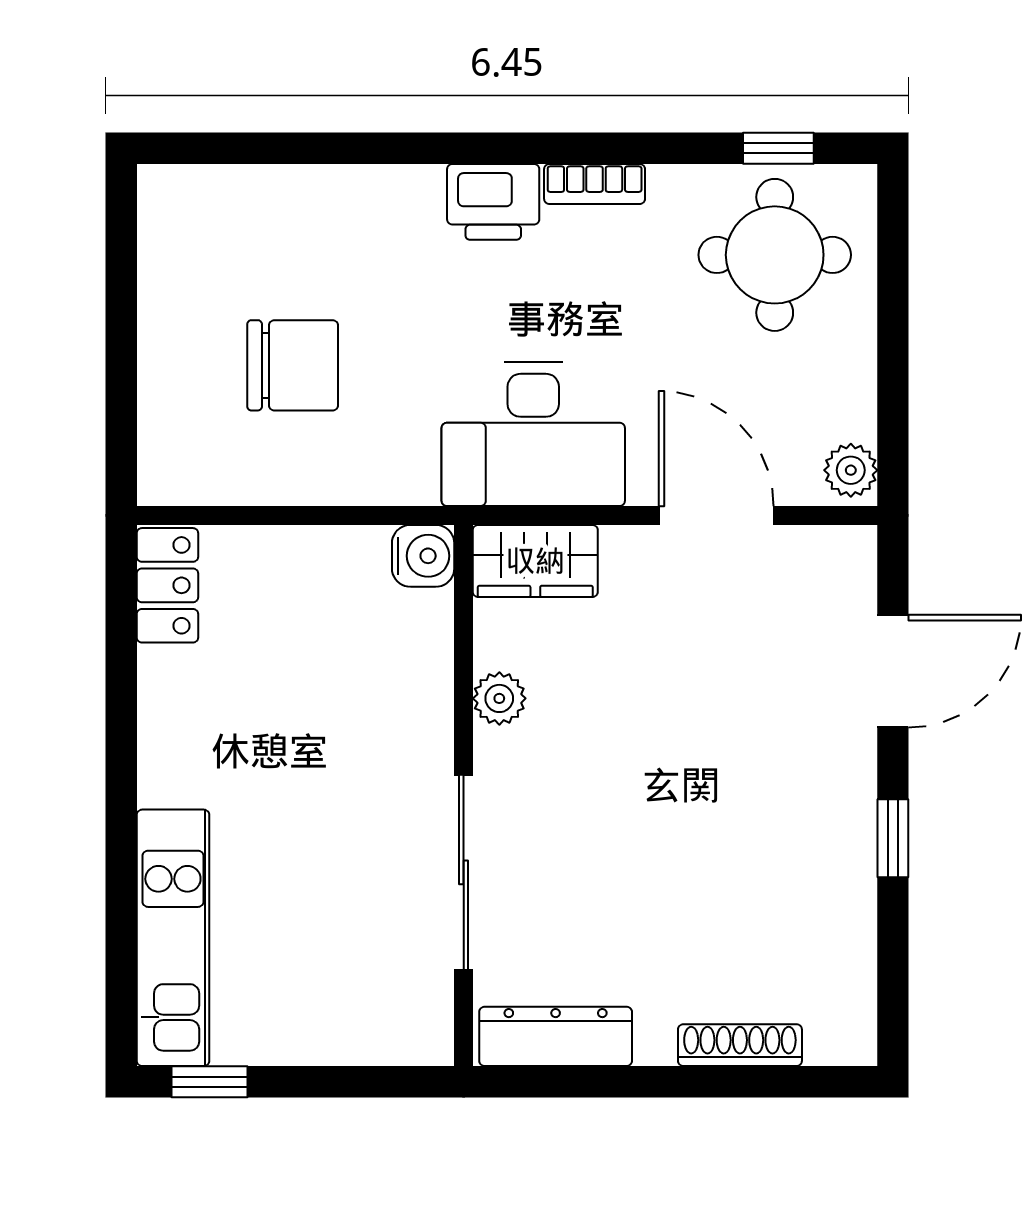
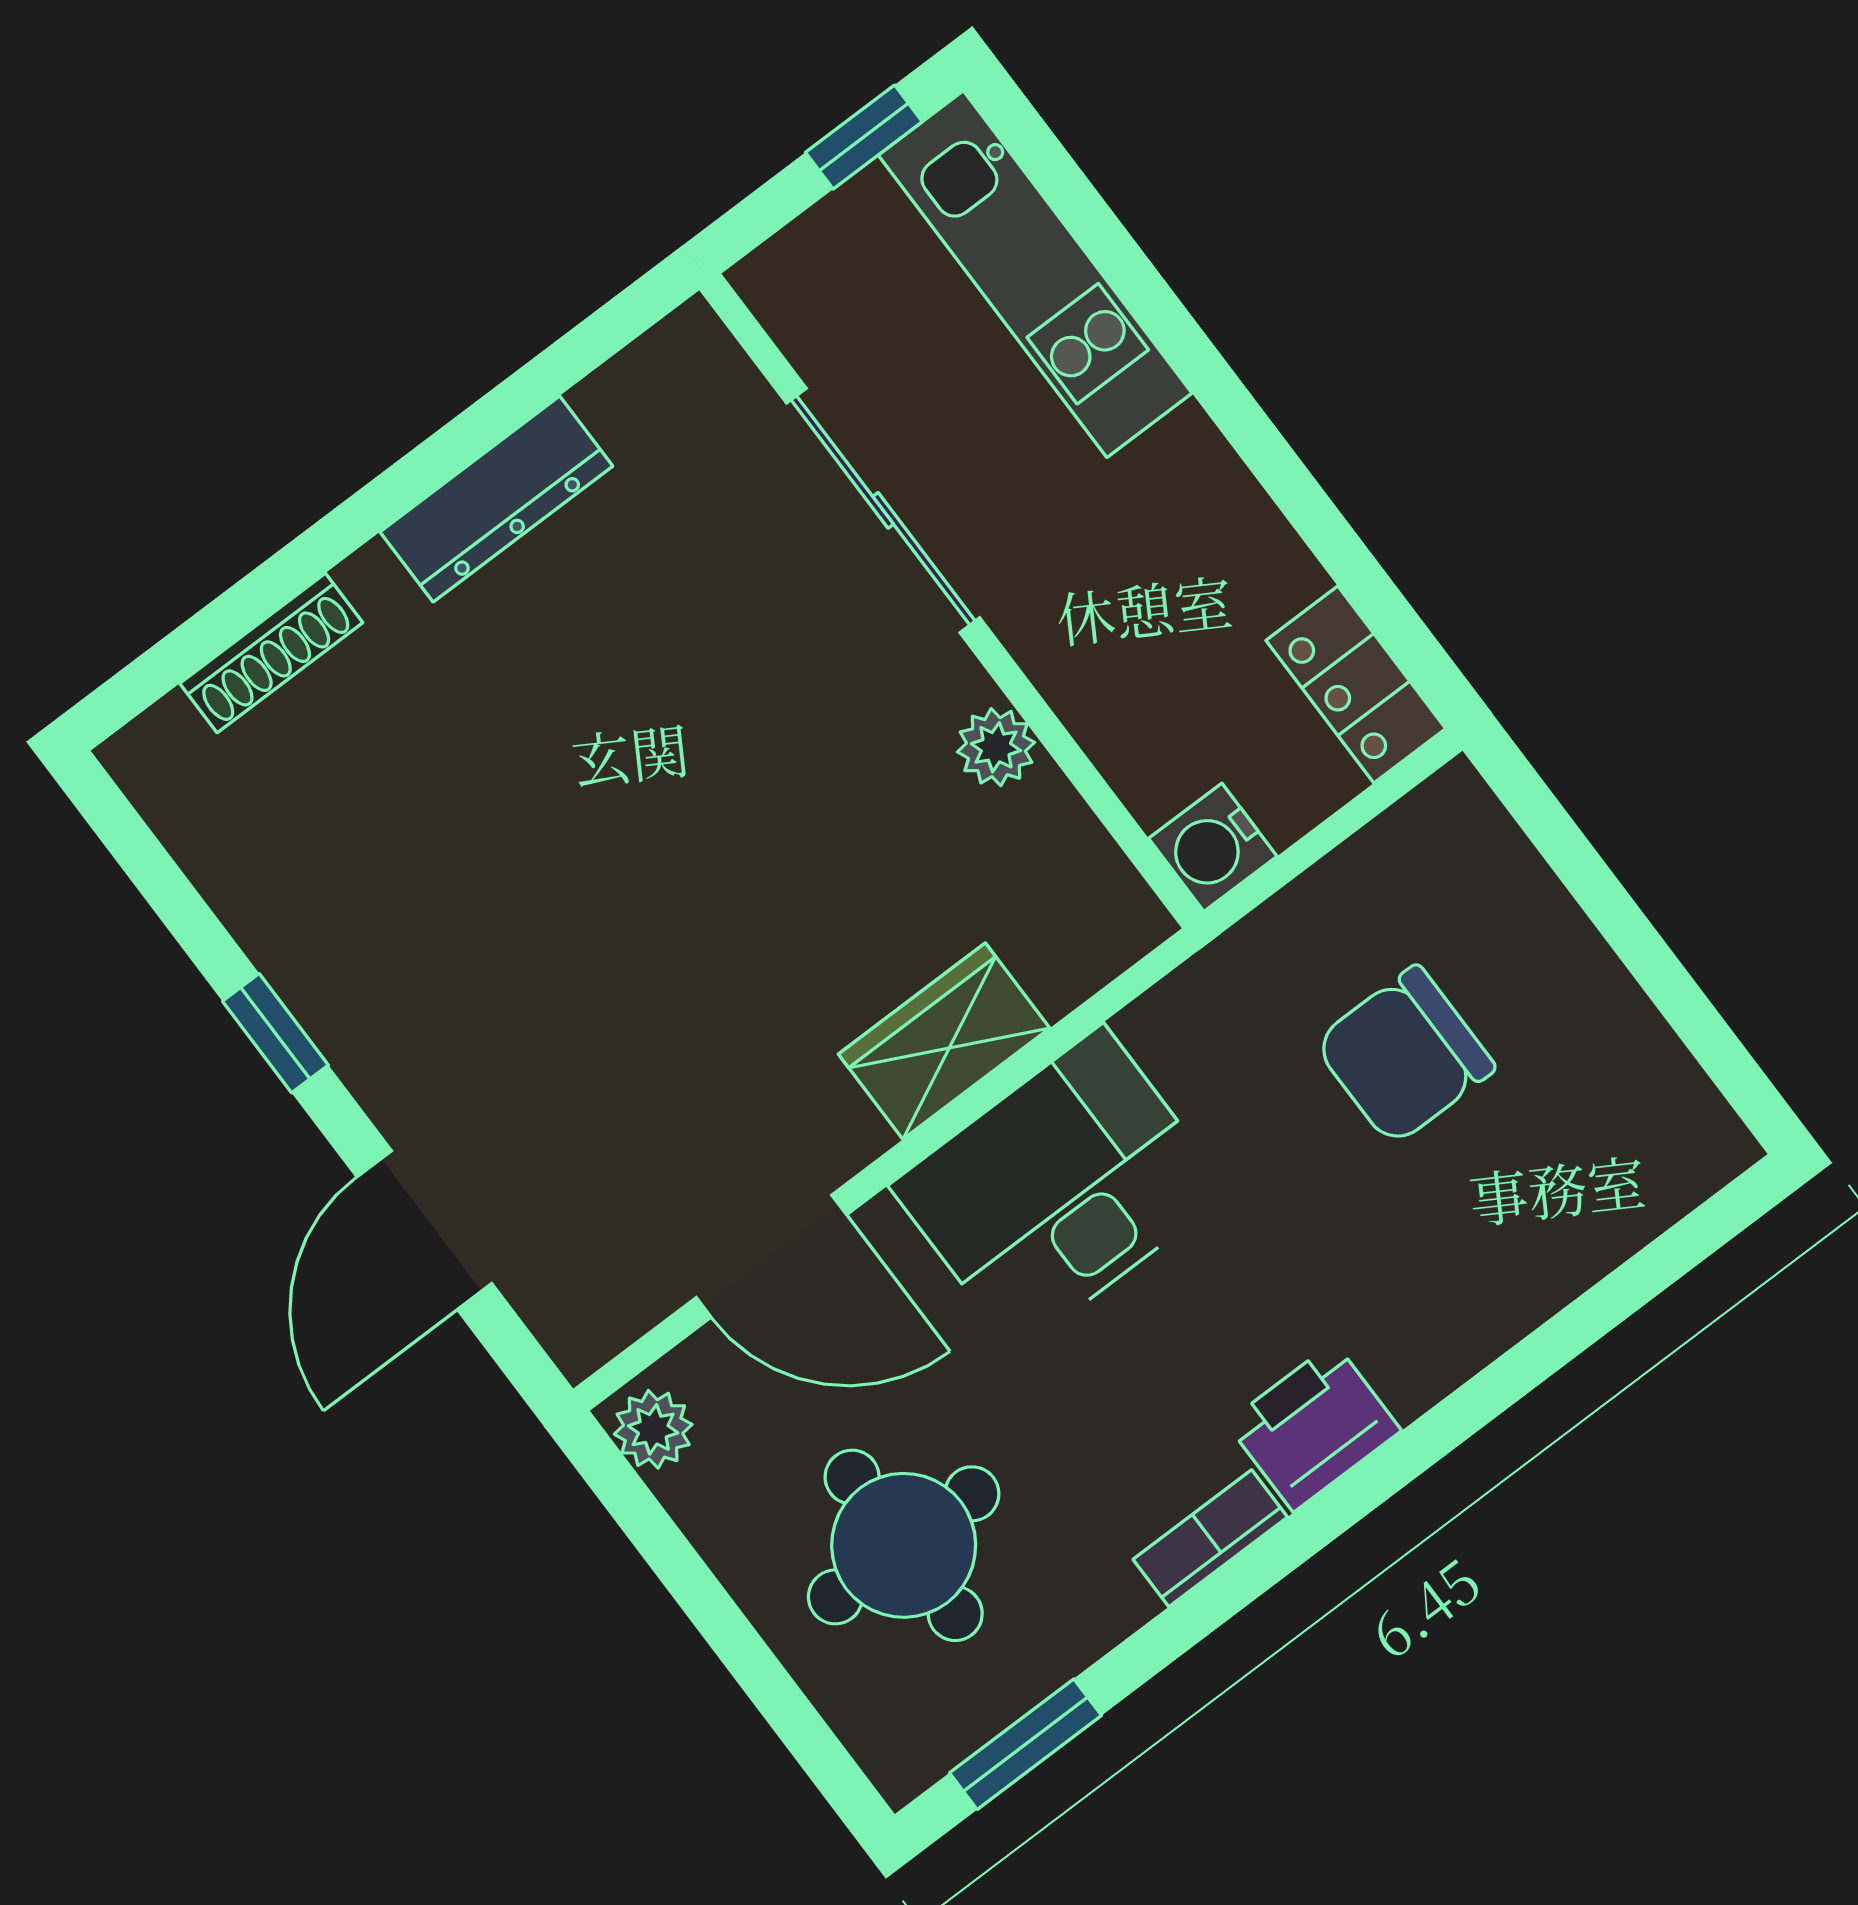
window: (778, 148) -> (1025, 1744), width x1.50
round table: (775, 255) -> (904, 1545), moved
water cooler: (423, 556) -> (1213, 847), moved
plant: (499, 698) -> (996, 747), moved
wall: (464, 795) -> (952, 601), moved
sliding door: (464, 872) -> (883, 510), moved

